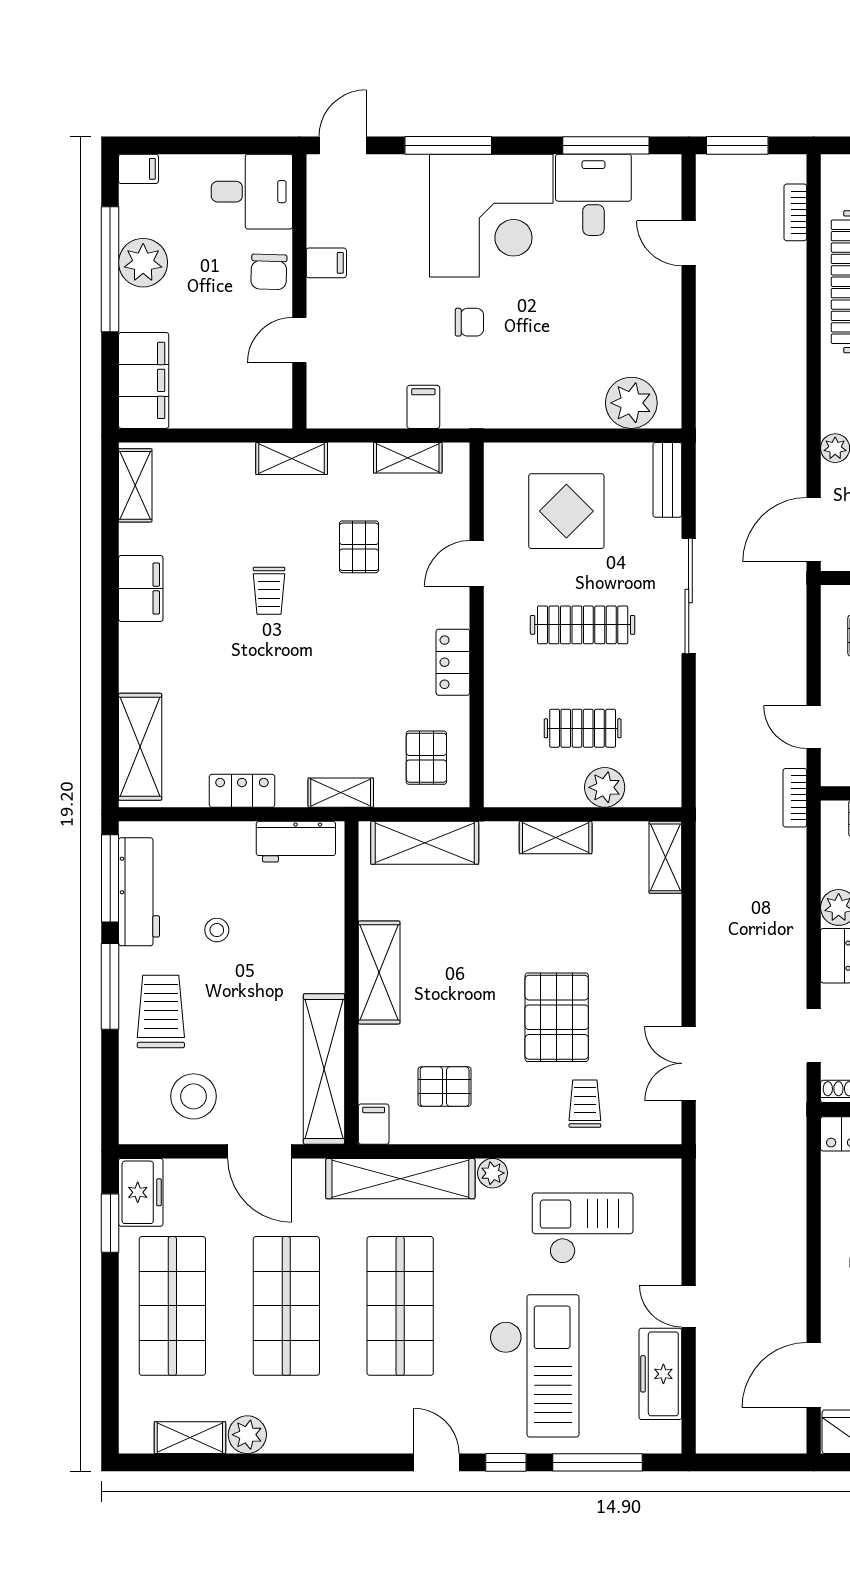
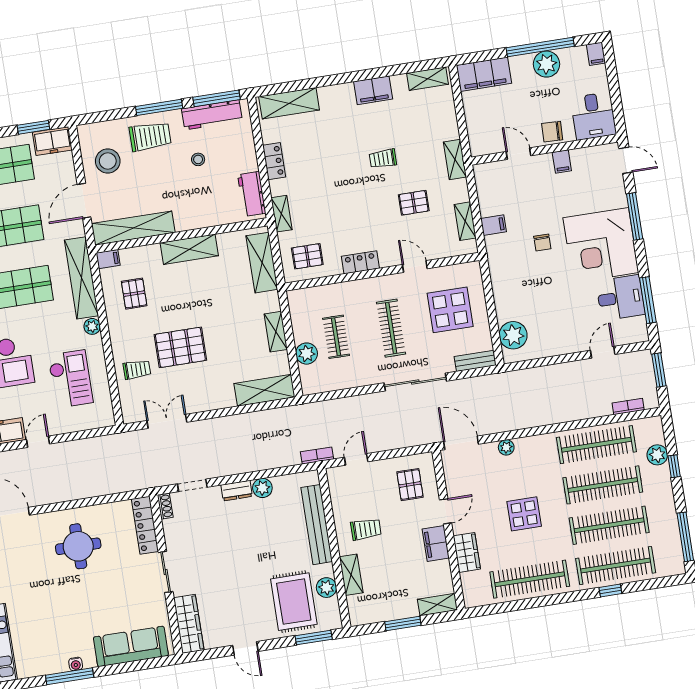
shelving: (665, 857) -> (264, 390), width x1.50, depth x1.33

